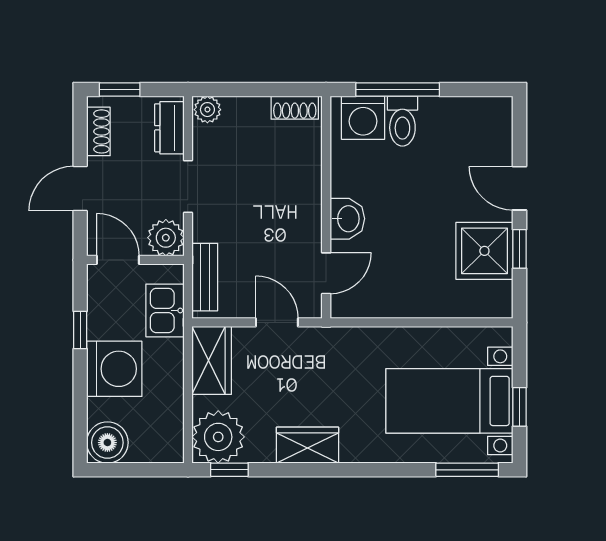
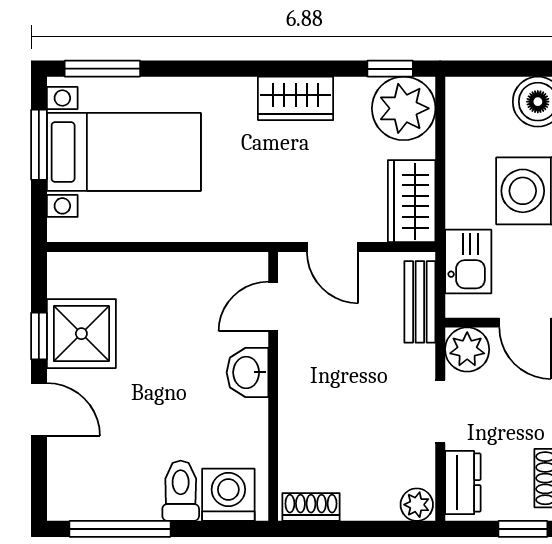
window: (398, 90) -> (120, 529), moved
window: (520, 407) -> (39, 145), width x1.50

